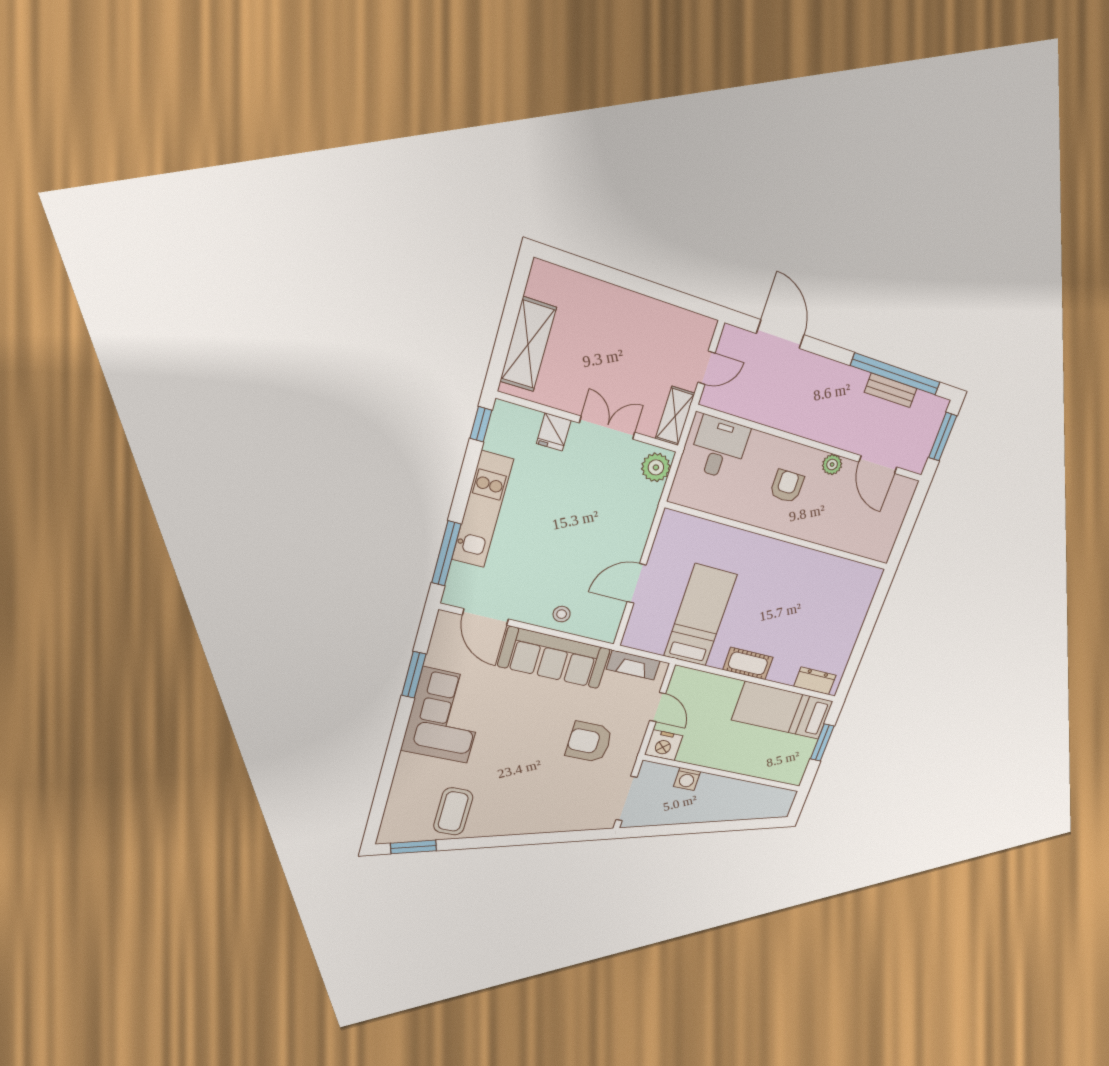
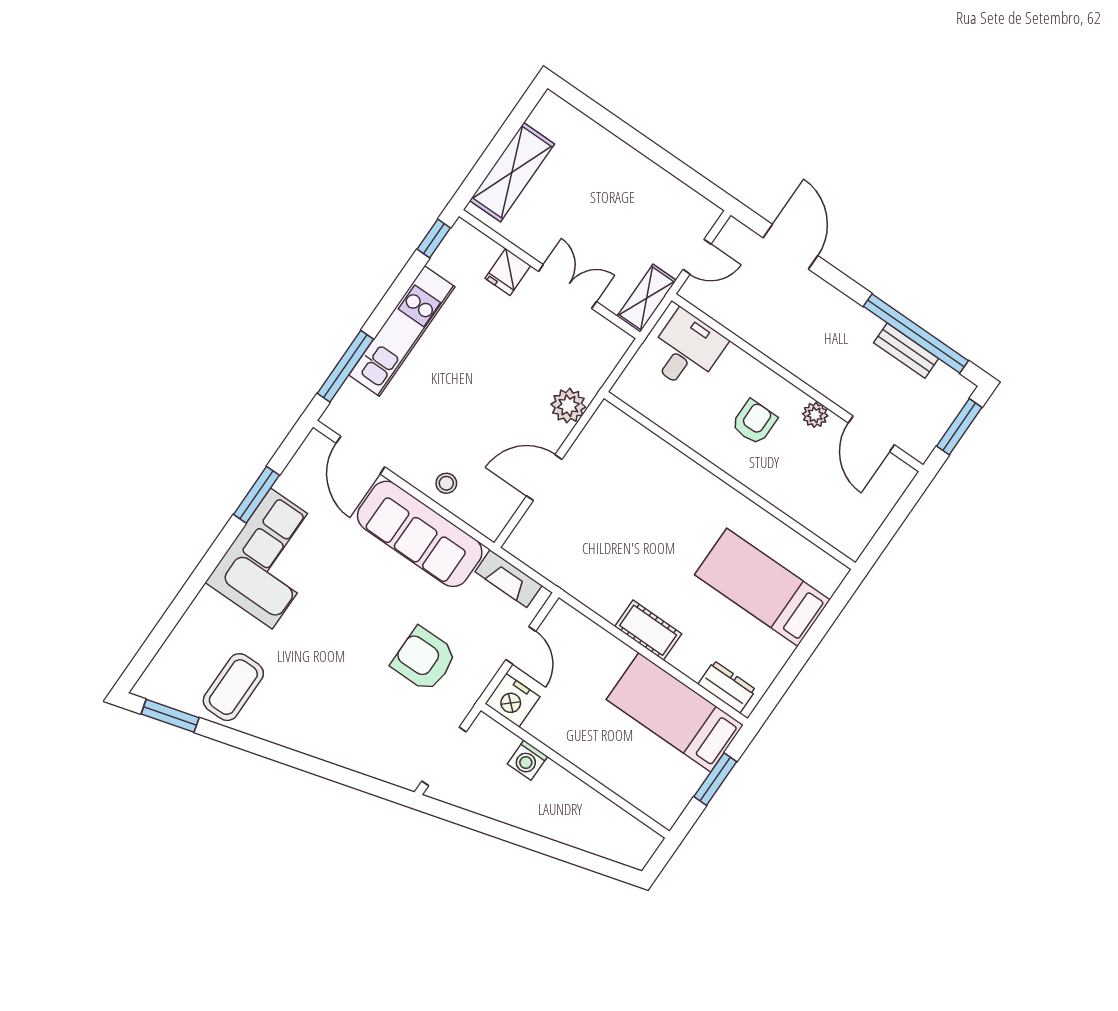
plant: (656, 467) -> (568, 406), moved
bed: (700, 615) -> (762, 587), moved, turned -90

